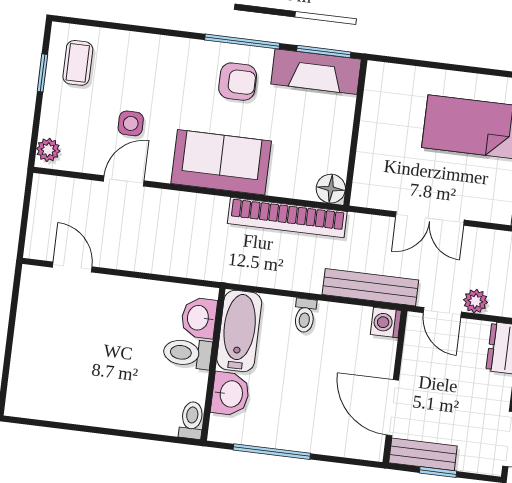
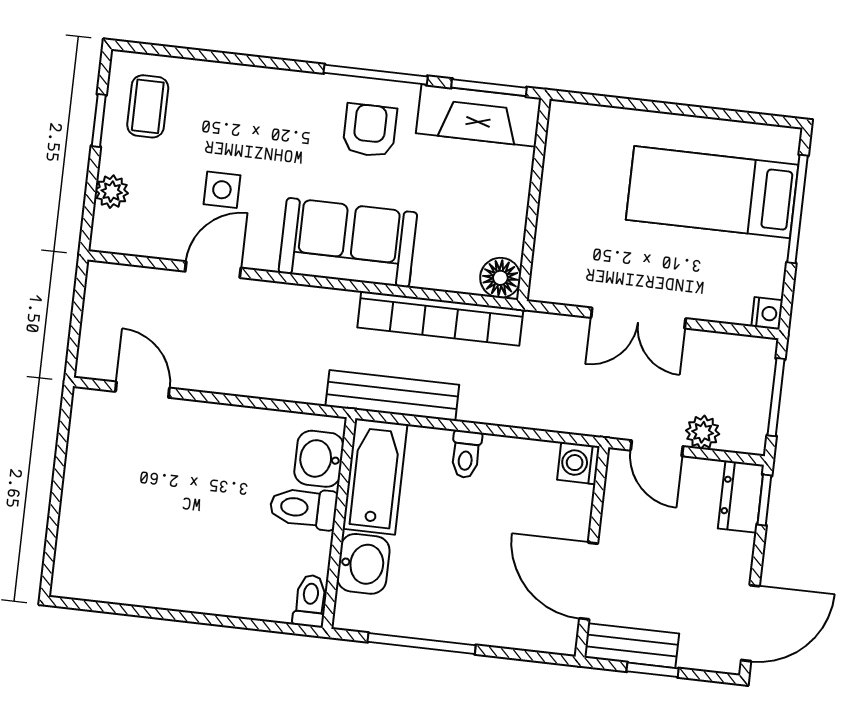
armchair: (238, 82) -> (370, 130), turned -90
plant: (48, 150) -> (112, 192), moved
bench: (370, 287) -> (392, 395), moved

